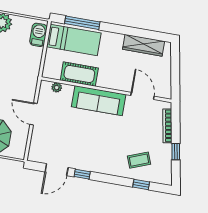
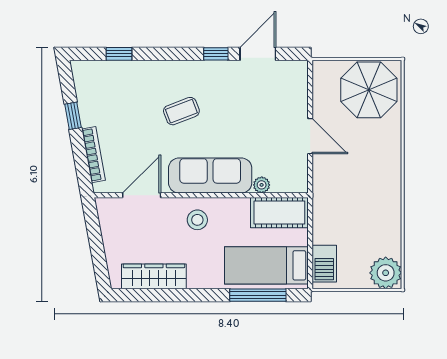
cot: (79, 74) -> (279, 213), moved
stool: (111, 75) -> (197, 220), added
plant: (57, 87) -> (262, 185), moved
door: (142, 96) -> (142, 195), swing flipped
coffee table: (139, 160) -> (181, 111), moved

